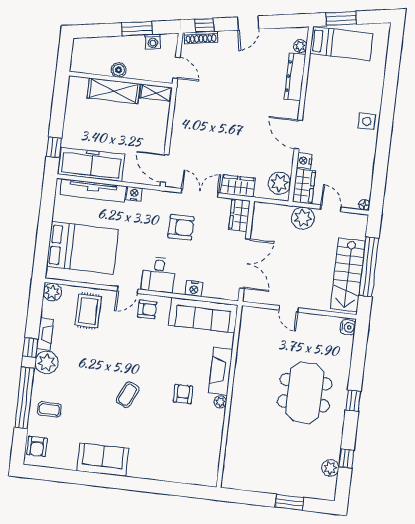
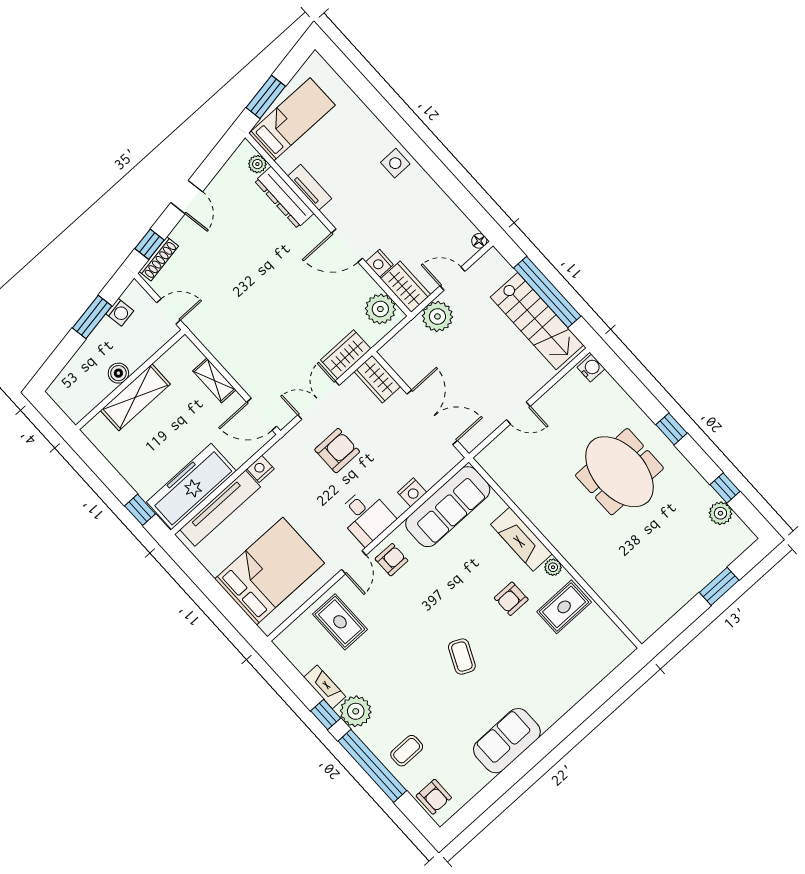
tv unit: (312, 86) -> (310, 187), added
shelving: (156, 93) -> (214, 380), moved, turned 90
plant: (52, 292) -> (288, 642), removed
armchair: (183, 394) -> (511, 599), turned -90
rug: (204, 427) -> (564, 607), added

